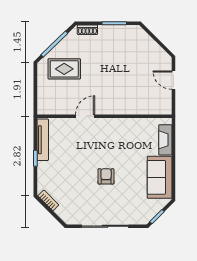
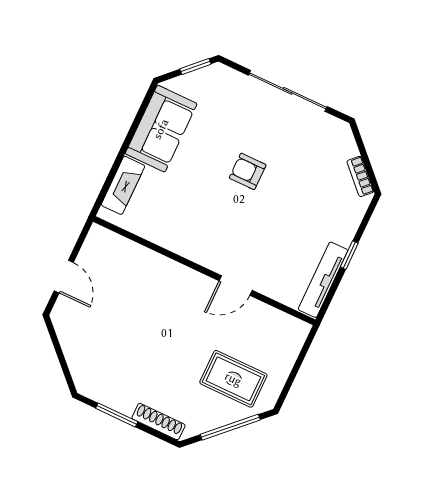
shoe rack: (87, 30) -> (158, 422), width x1.43
armchair: (106, 176) -> (248, 171), turned 90

